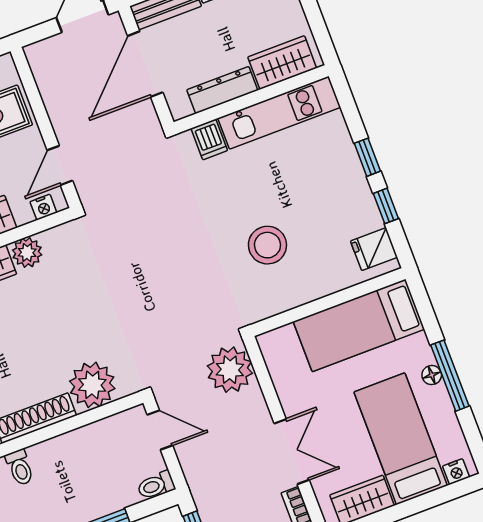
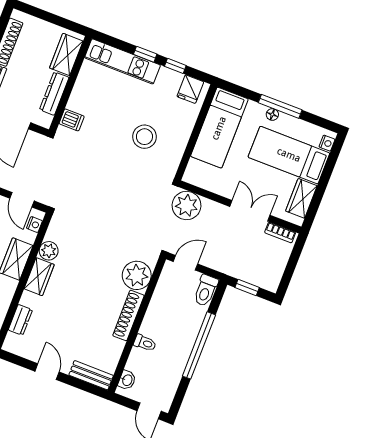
kitchen unit: (279, 113) -> (122, 61), moved, turned 90
toilet: (156, 485) -> (206, 290), width x1.37, depth x1.39

